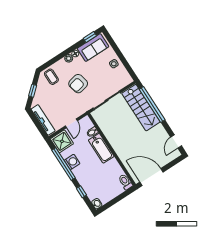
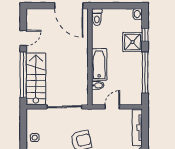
shower: (62, 141) -> (132, 42), moved
door: (176, 142) -> (23, 38), moved
washing machine: (72, 162) -> (136, 69), removed

